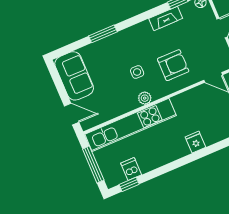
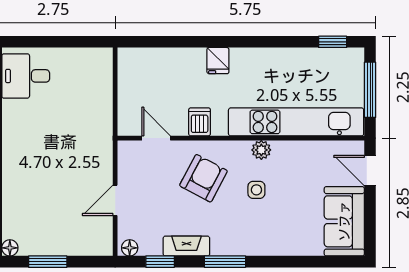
window: (103, 34) -> (225, 262), moved
armchair: (173, 65) -> (203, 178), turned 118
dishwasher: (131, 169) -> (200, 122), moved, turned 180

